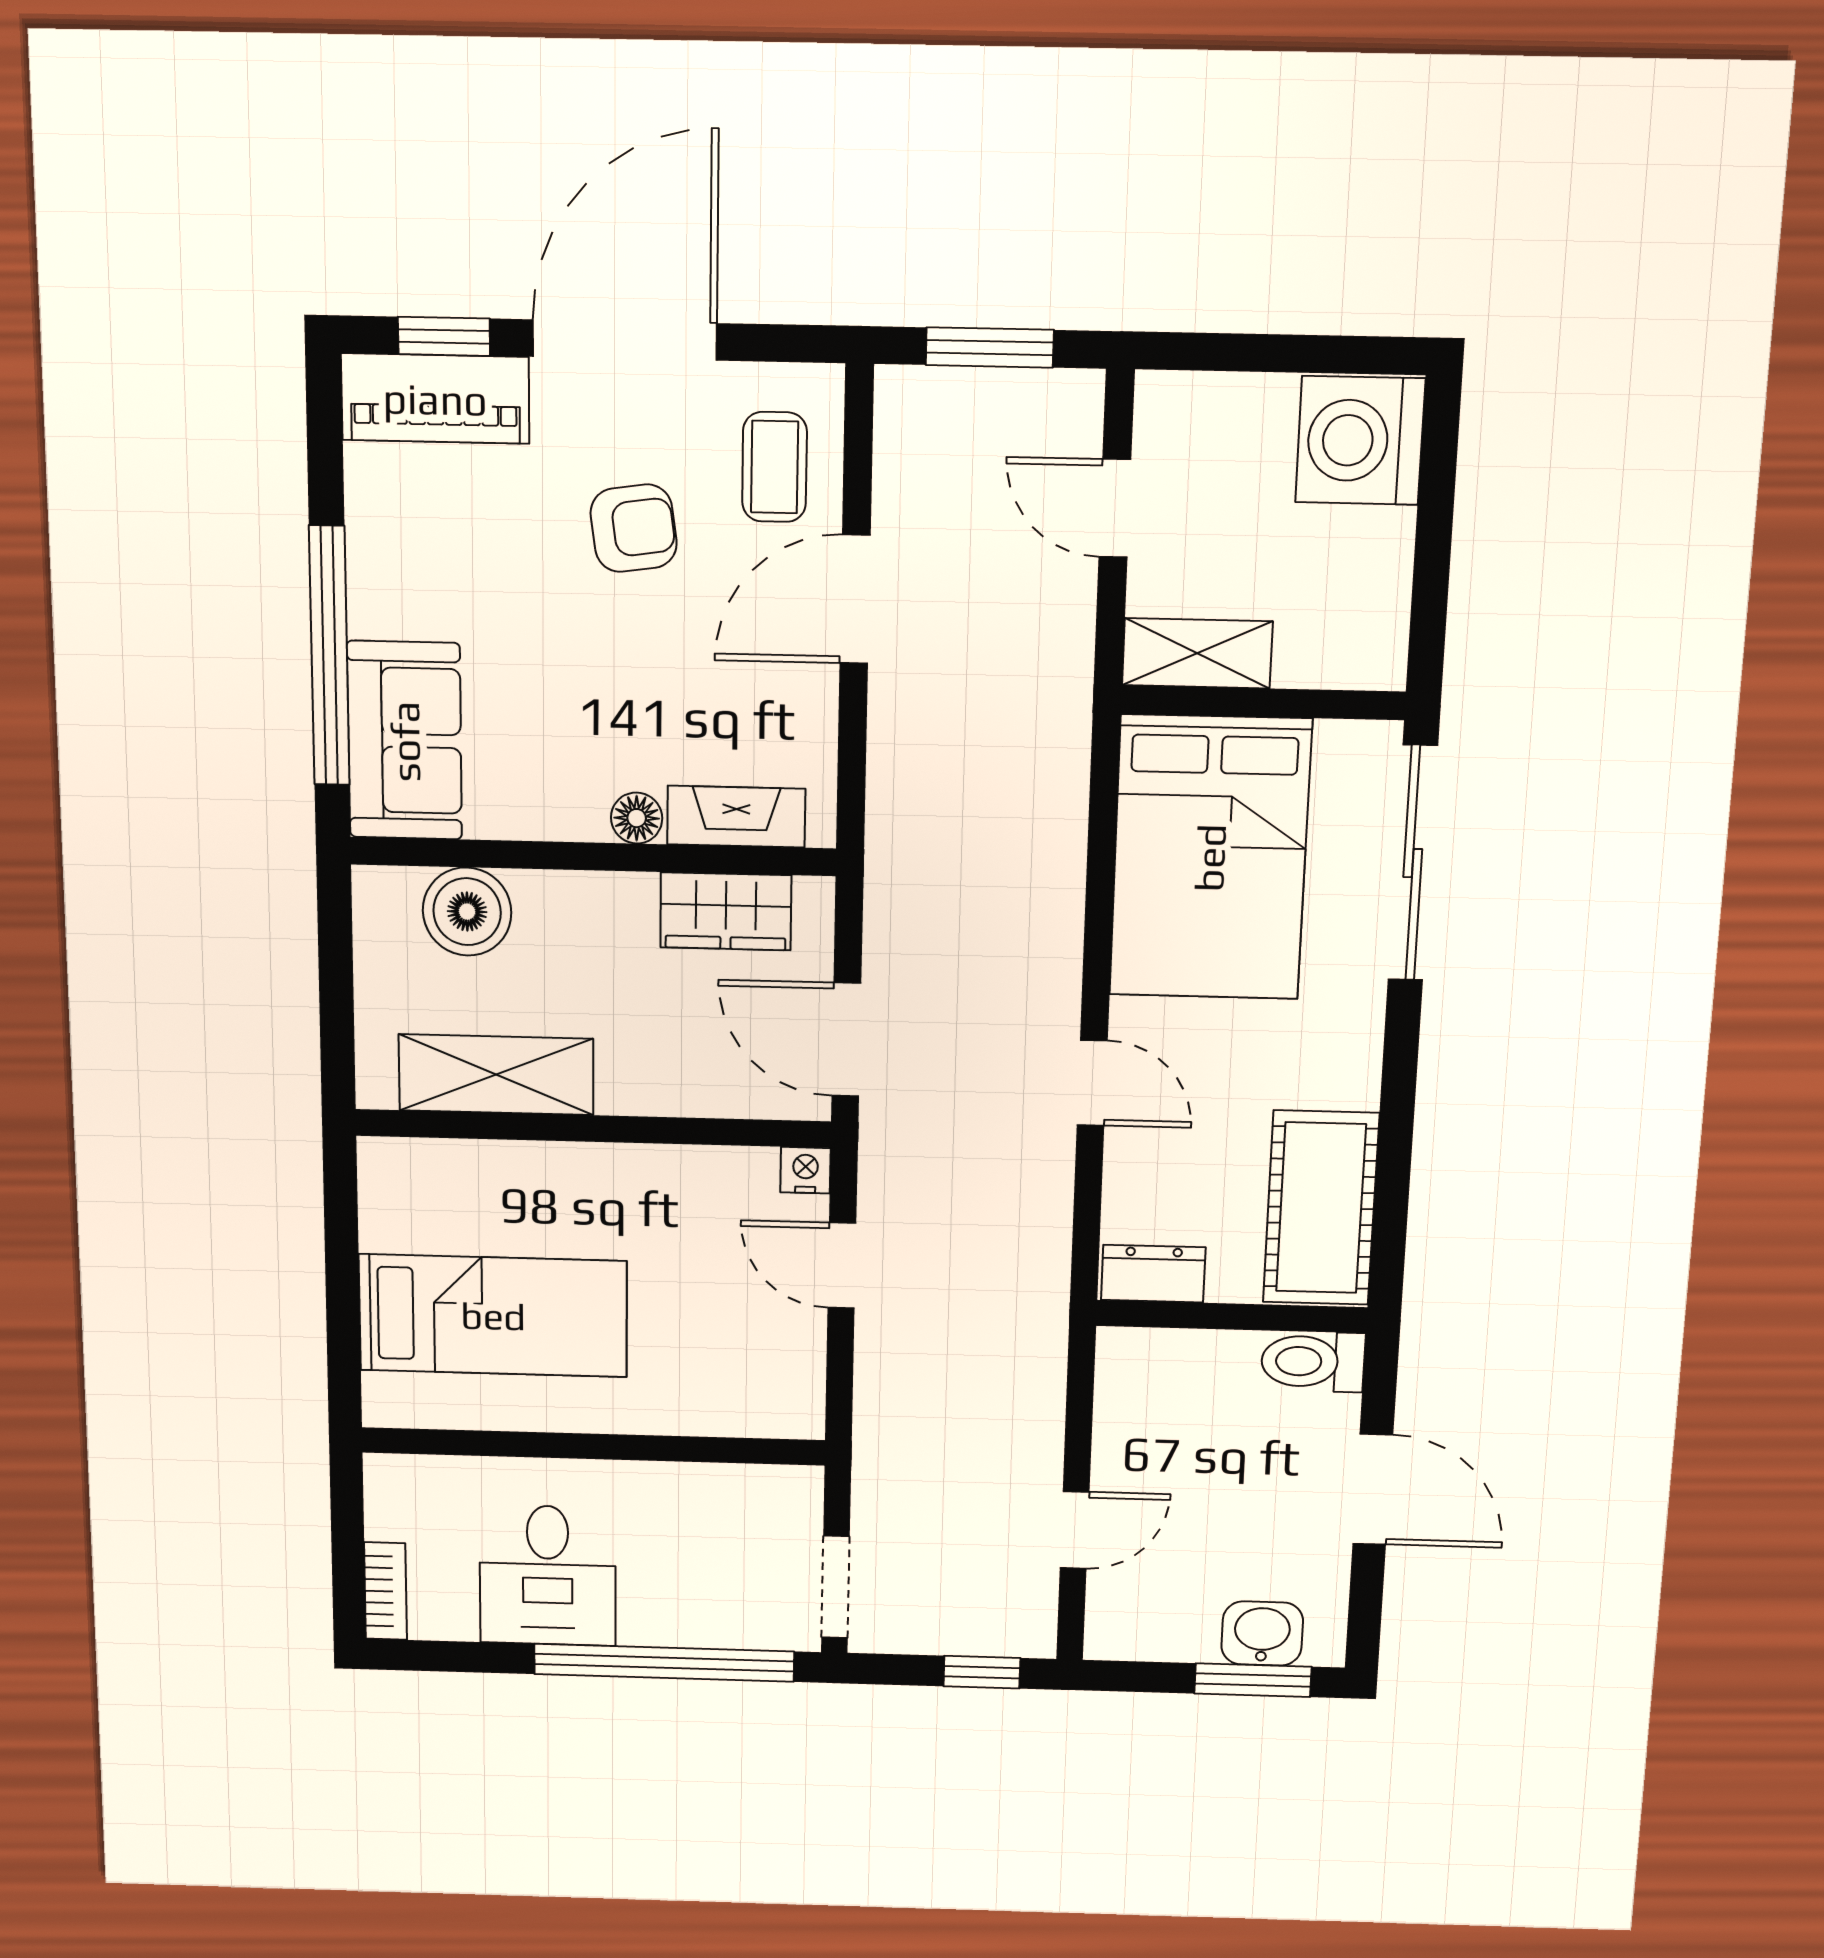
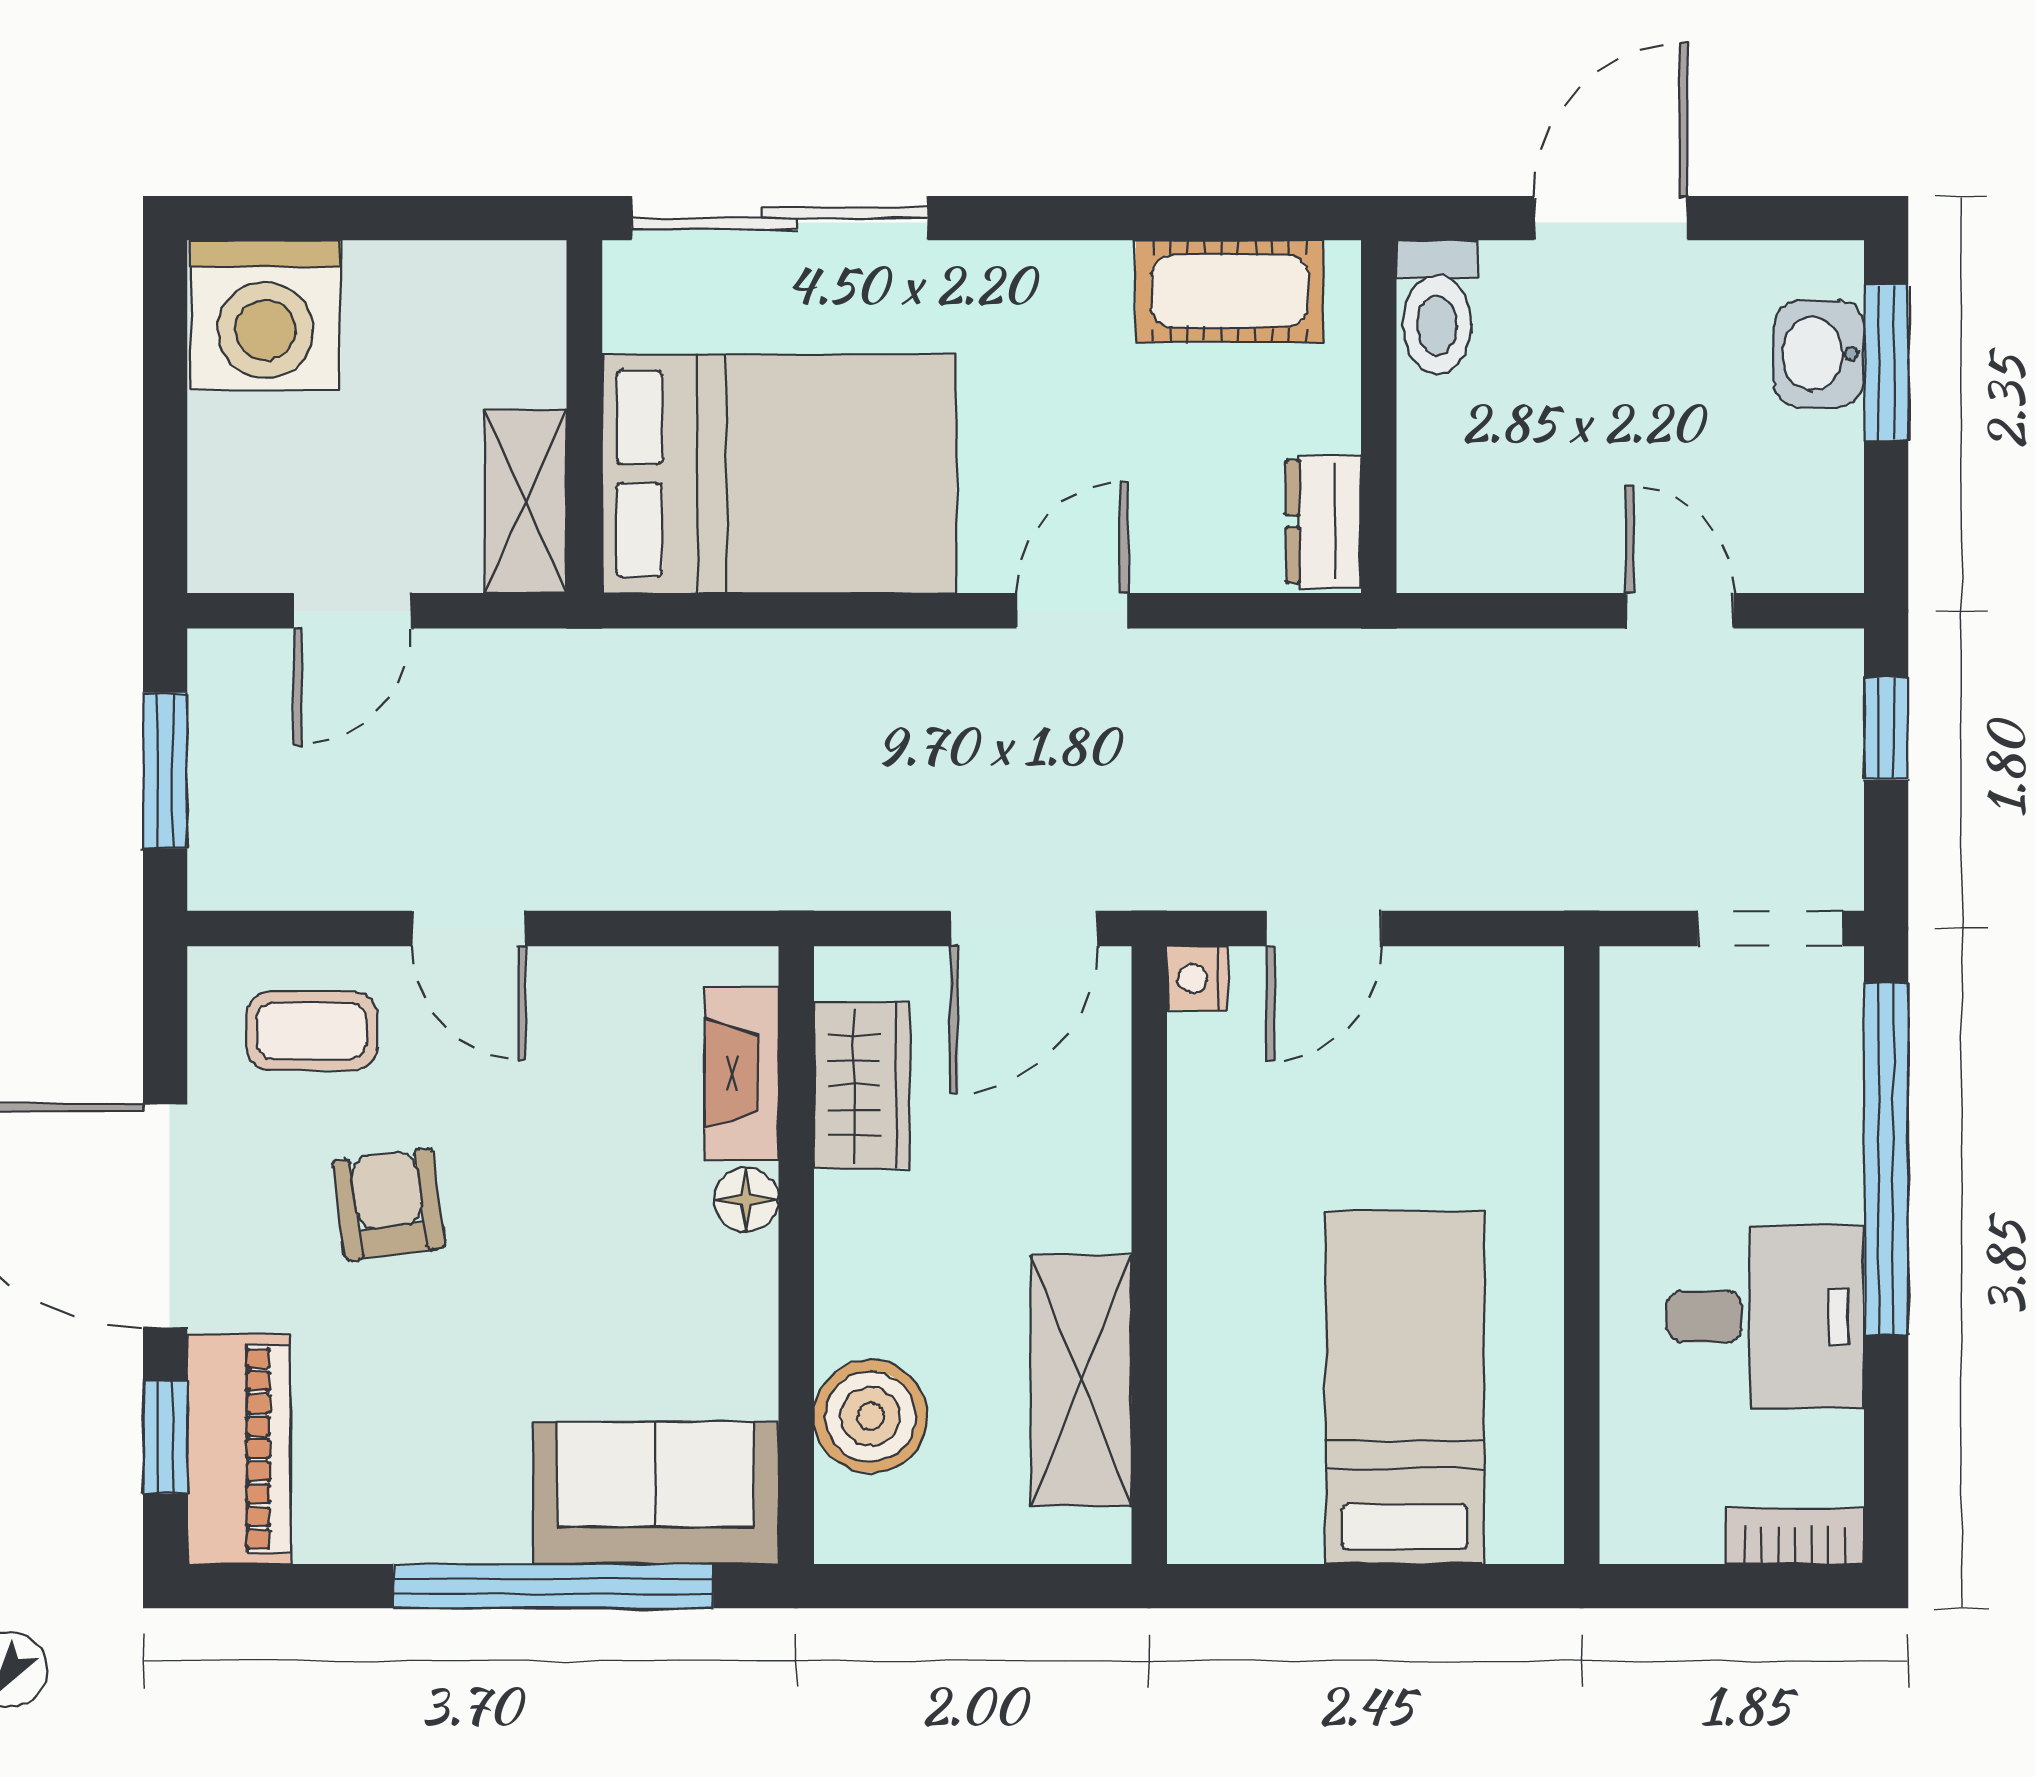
door: (855, 599) -> (469, 929), width x0.73
cot: (1321, 1208) -> (1230, 291), width x0.73, depth x0.75

